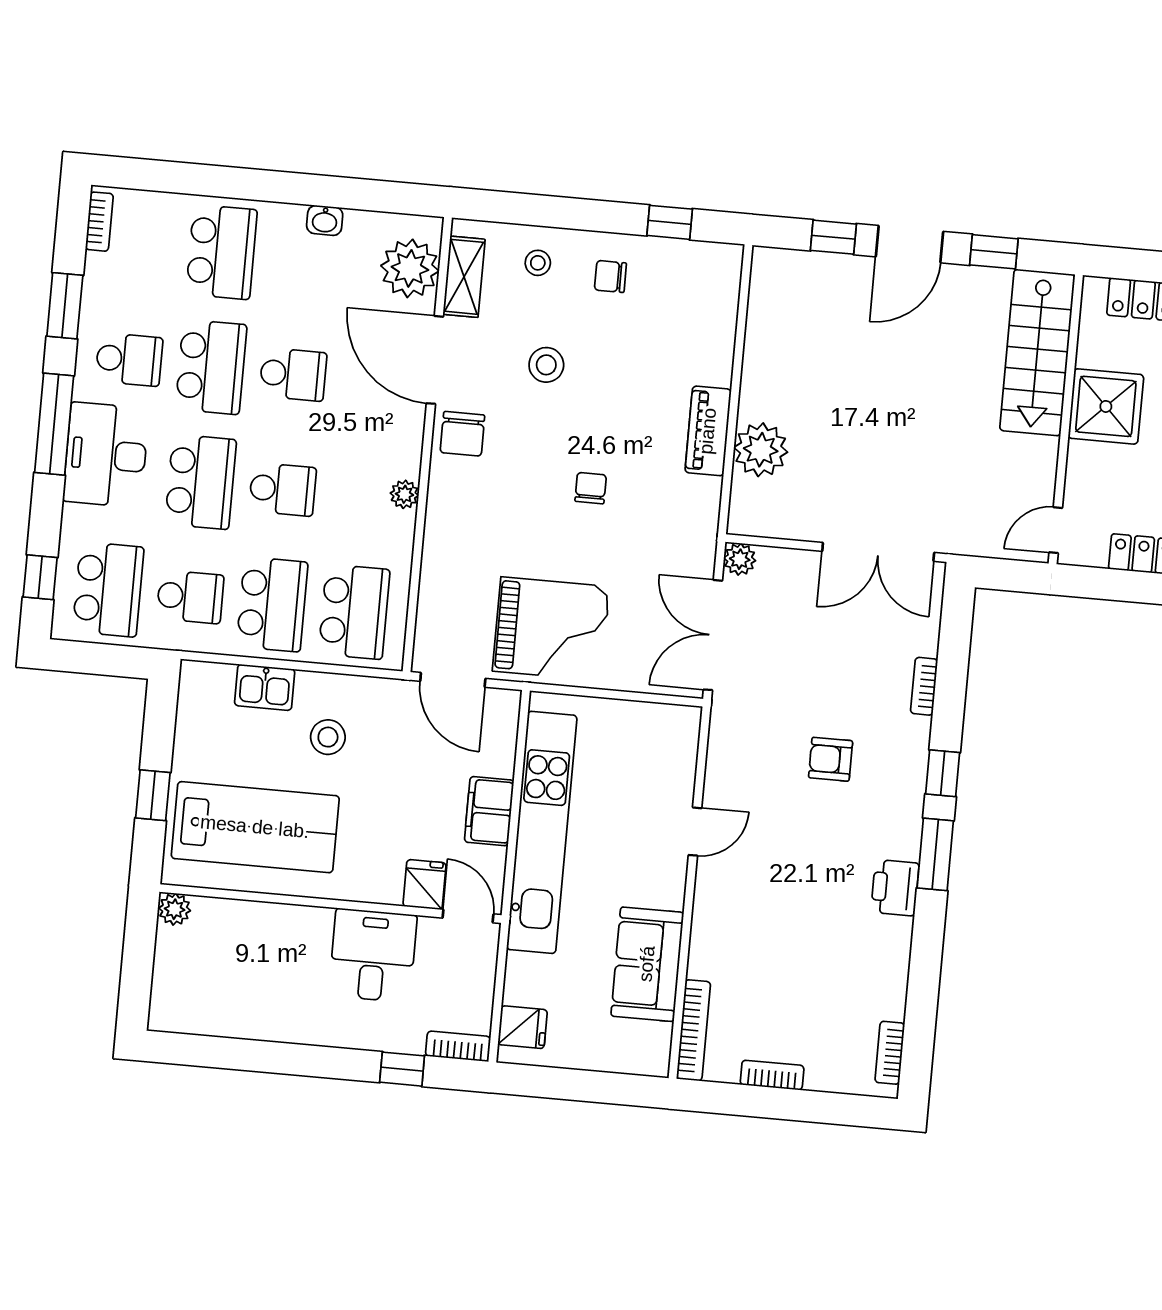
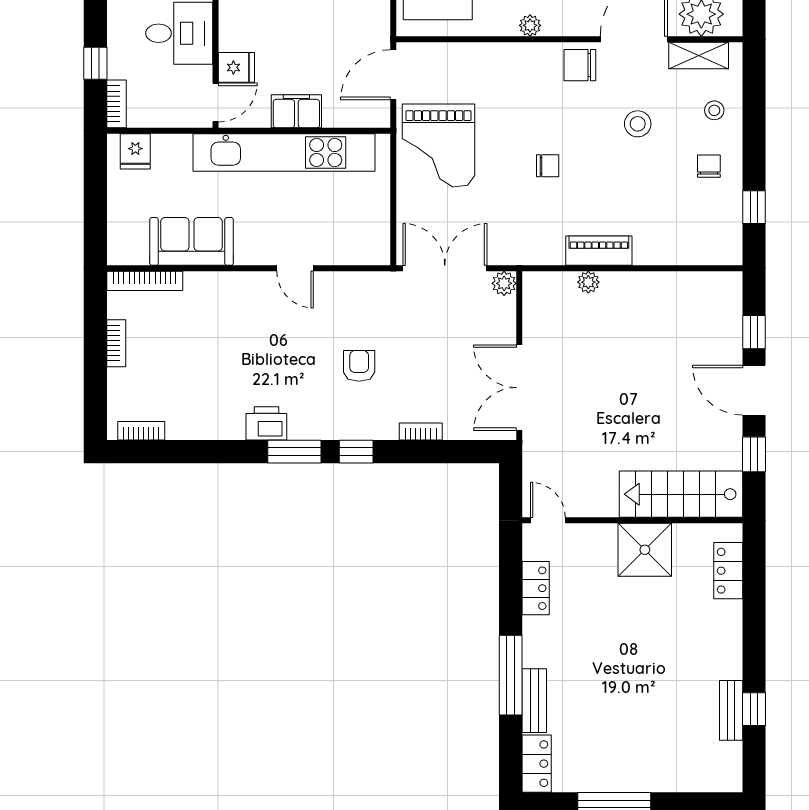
plant: (761, 450) -> (588, 282), width x0.53, depth x0.53

